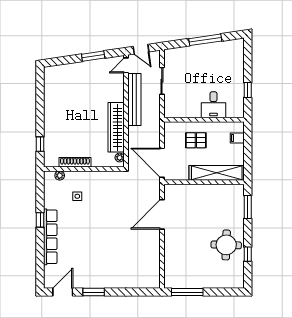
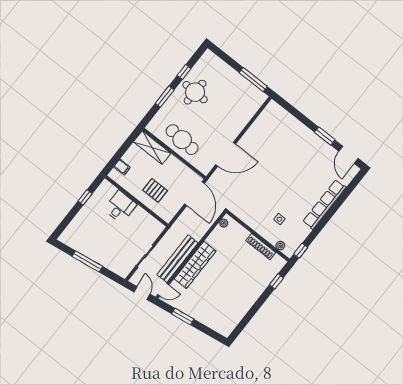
wardrobe: (116, 127) -> (195, 265), moved
shelving: (217, 173) -> (152, 148), width x0.68
cafe table: (206, 198) -> (182, 140), added
window: (248, 207) -> (165, 97), moved
window: (40, 220) -> (301, 251), moved
door: (63, 292) -> (348, 155), hinge flipped

